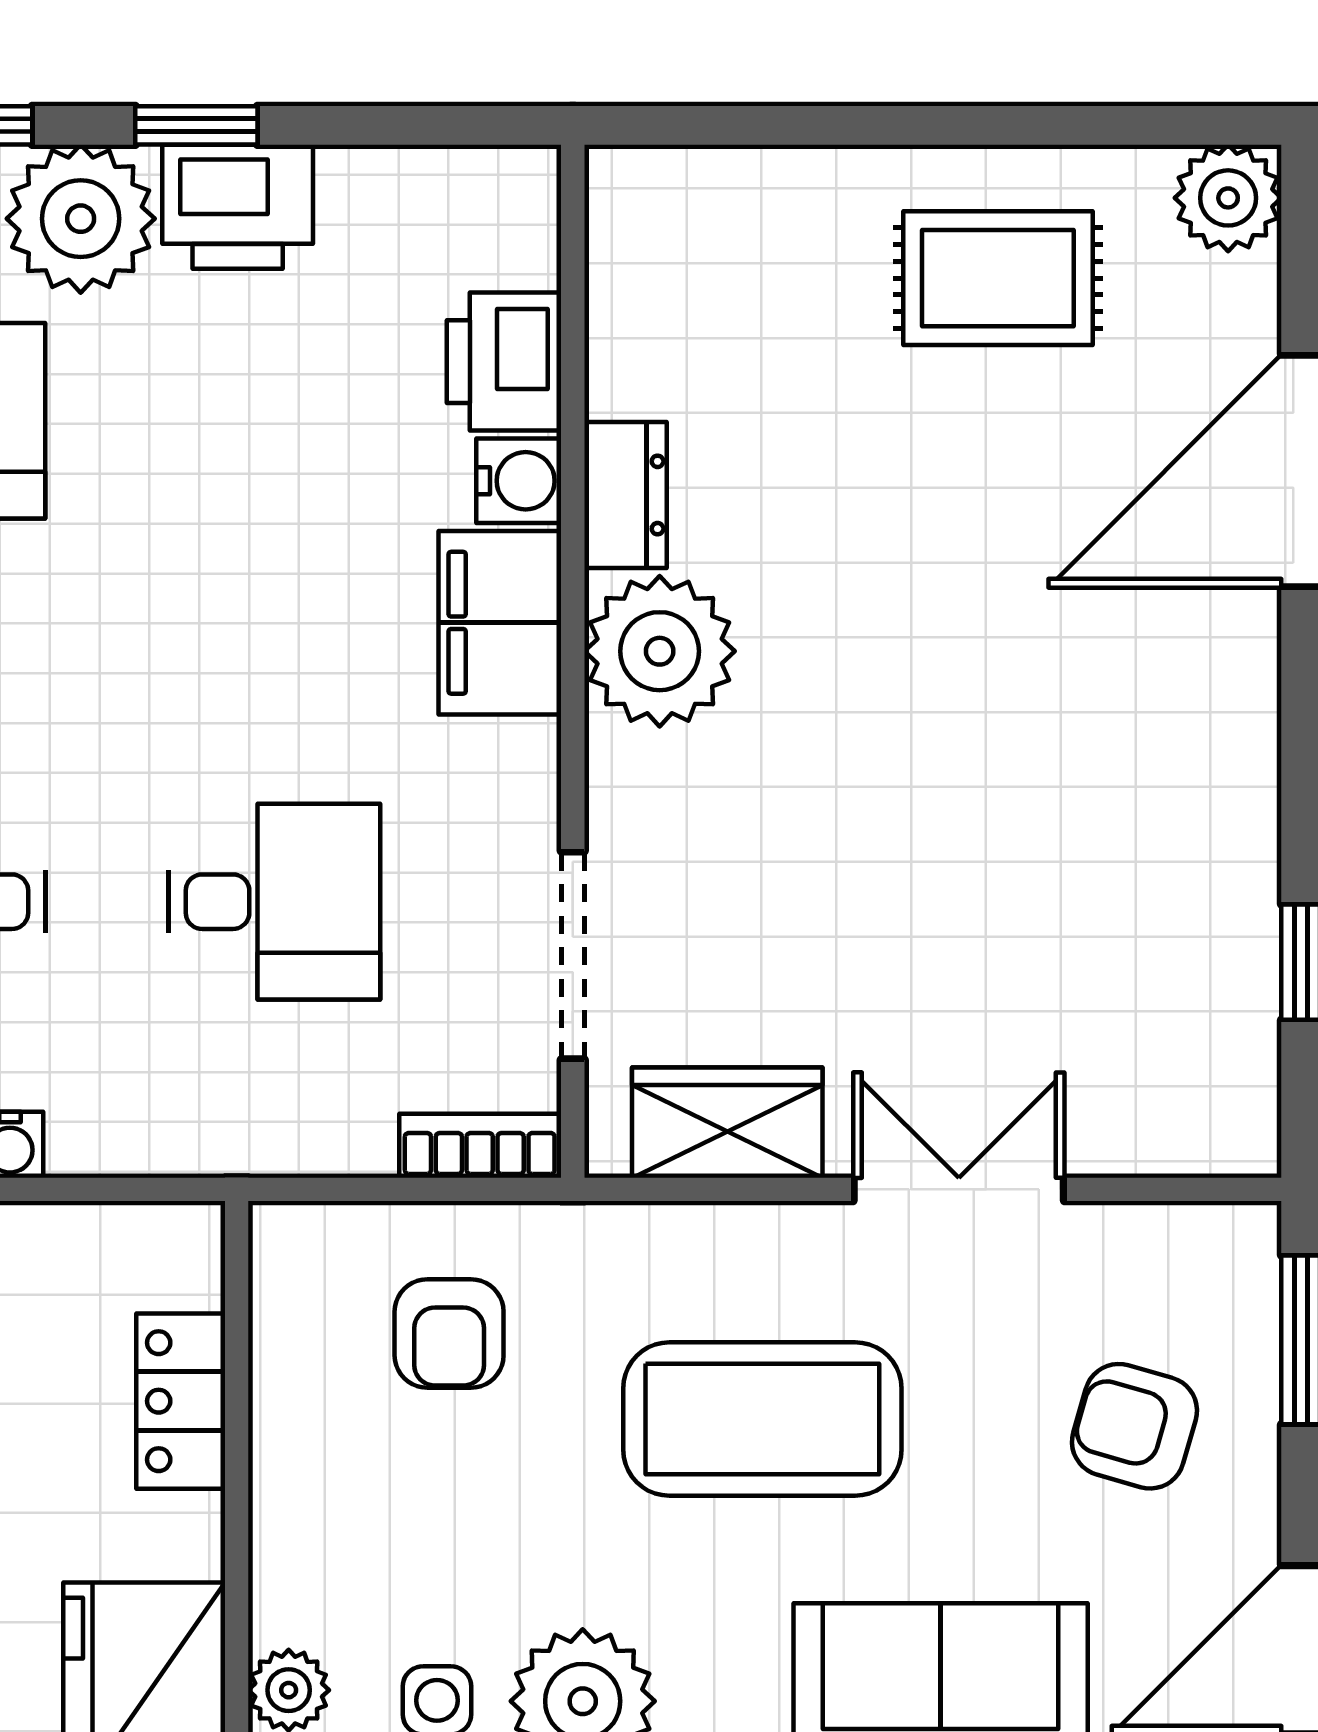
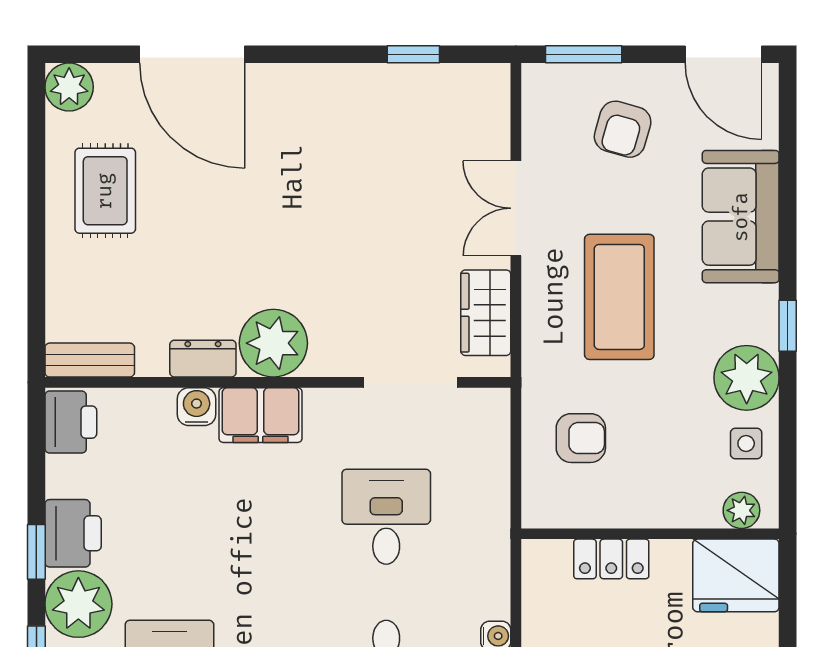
bench: (622, 244) -> (90, 360), added
printer: (504, 362) -> (71, 422), moved, turned -90
bookcase: (480, 1146) -> (496, 424), removed

